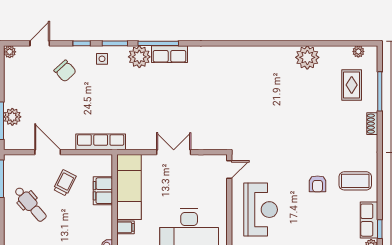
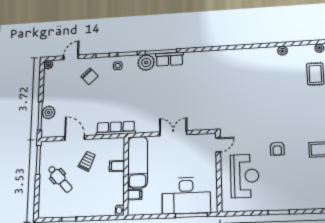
plant: (307, 57) -> (282, 51), width x0.53, depth x0.53
armchair: (318, 184) -> (277, 149), moved
filing cabinet: (103, 191) -> (117, 166), width x0.50

